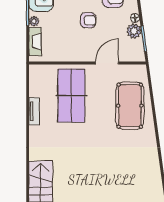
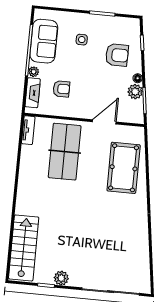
armchair: (88, 20) -> (61, 89), moved
tv unit: (34, 111) -> (28, 130), moved

